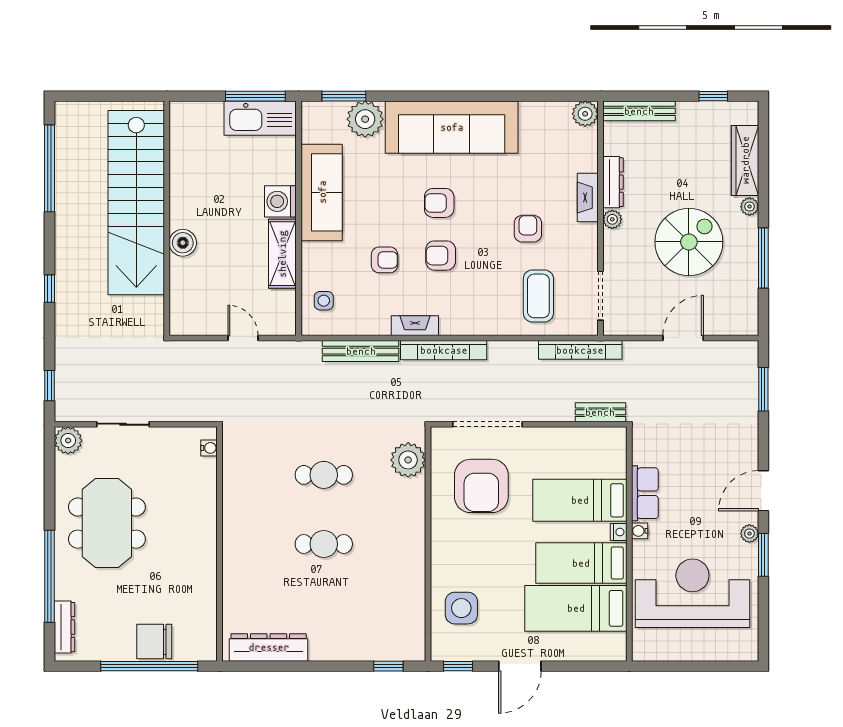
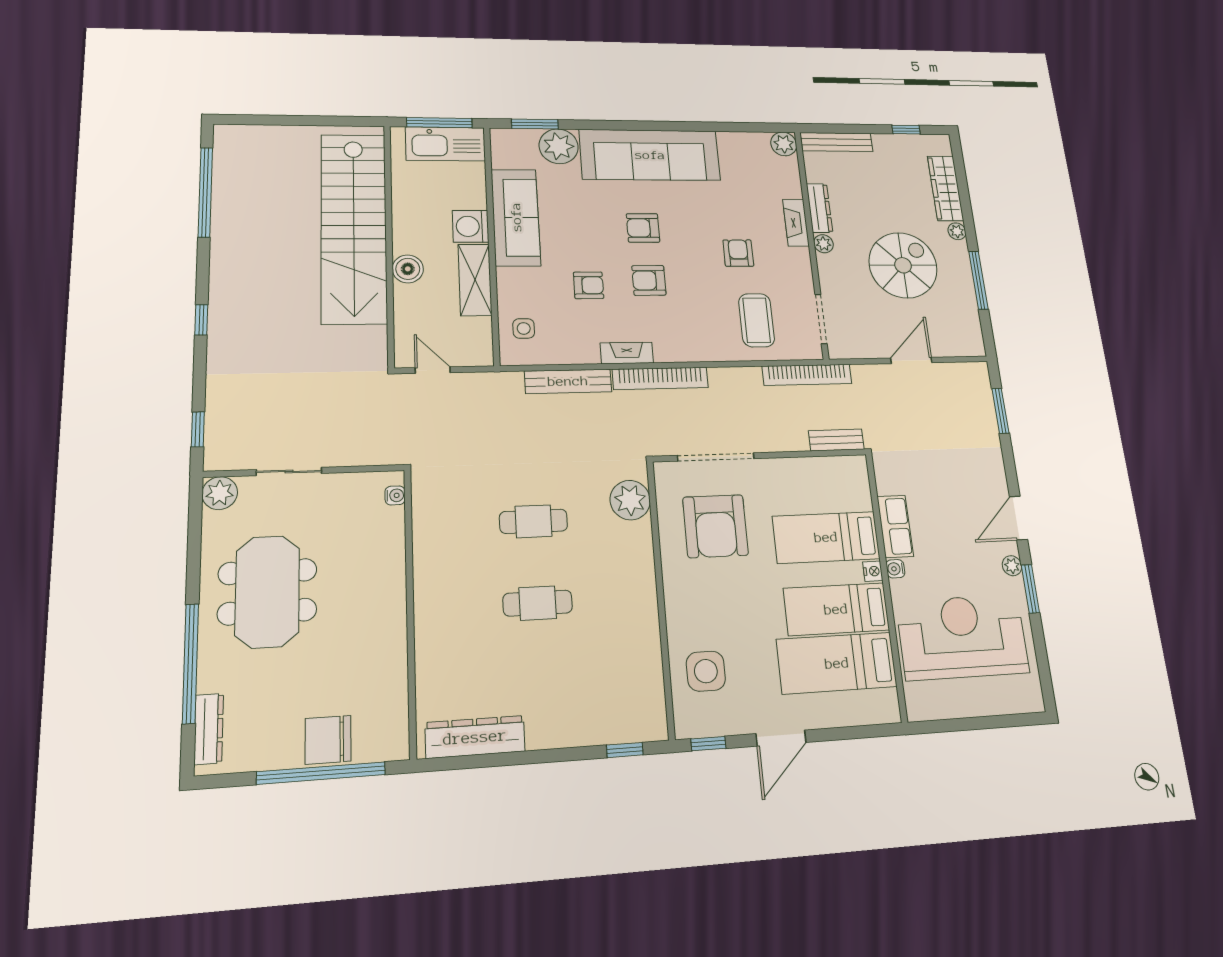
stairs: (136, 203) -> (354, 228), moved
wall: (167, 218) -> (389, 244), moved
boiler: (183, 243) -> (408, 269), moved

